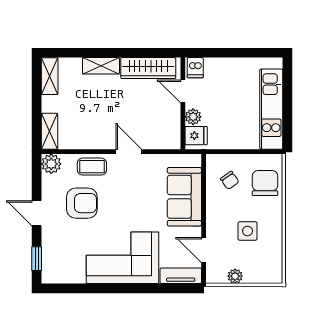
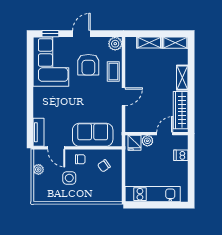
dishwasher: (195, 68) -> (181, 155), moved
shelving: (49, 131) -> (149, 42), moved
chair: (265, 183) -> (80, 159), moved, width x0.54, depth x0.54
door: (204, 250) -> (56, 148), swing flipped
corner sofa: (122, 258) -> (51, 62), moved

